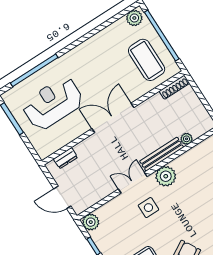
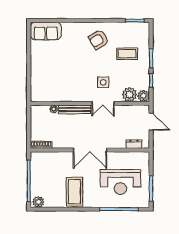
coffee table: (147, 60) -> (74, 192), moved
plant: (166, 176) -> (130, 95), moved

